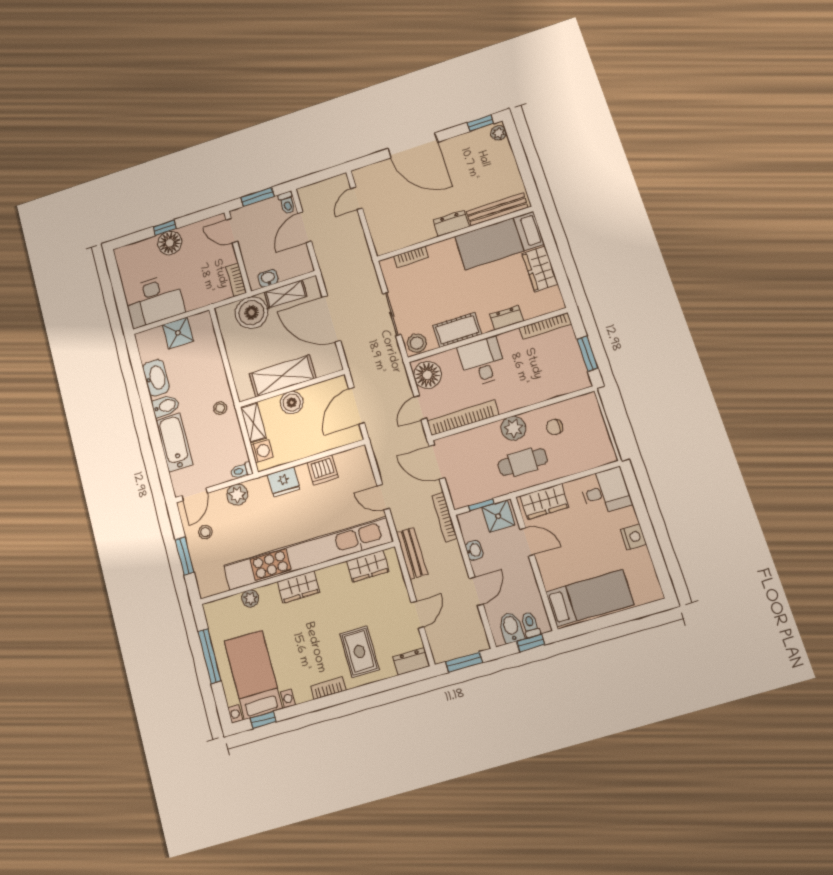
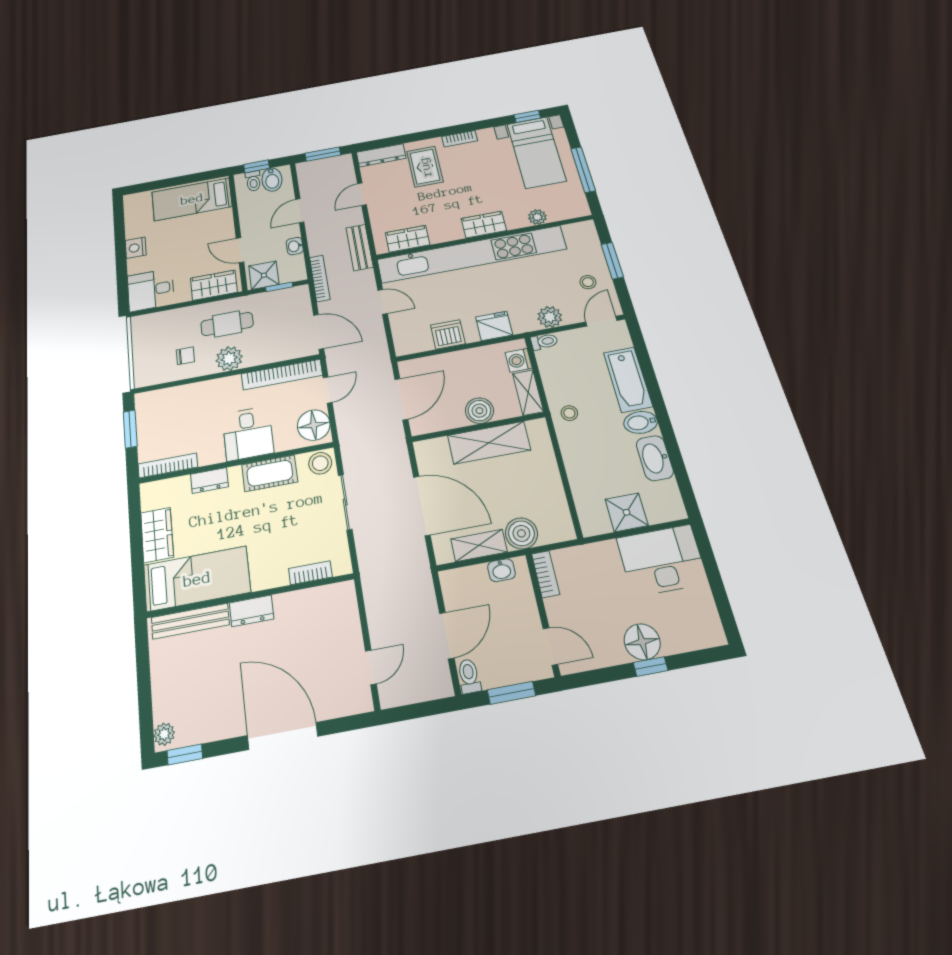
boiler: (252, 313) -> (521, 533), width x0.73, depth x0.73
dresser: (411, 662) -> (381, 155), width x1.44

